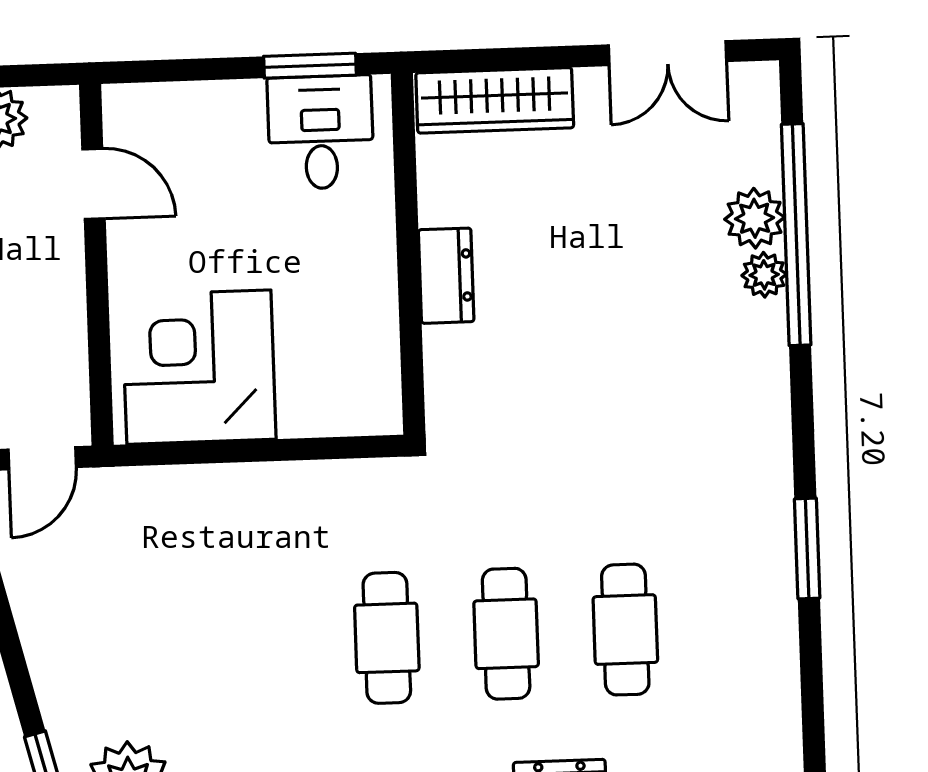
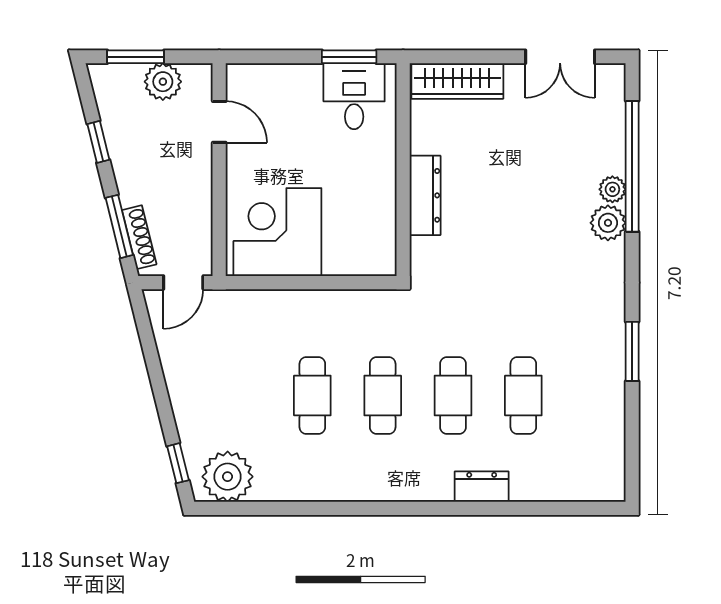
plant: (755, 218) -> (608, 223), moved
dresser: (446, 276) -> (425, 195), width x1.44
cafe table: (268, 642) -> (312, 395), added

